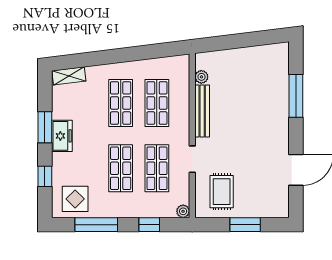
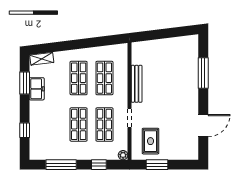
plant: (201, 77) -> (136, 59), removed
window: (45, 127) -> (25, 83), moved
freezer: (62, 136) -> (37, 89), moved
display table: (75, 199) -> (46, 146), removed
window: (245, 225) -> (157, 165), moved

